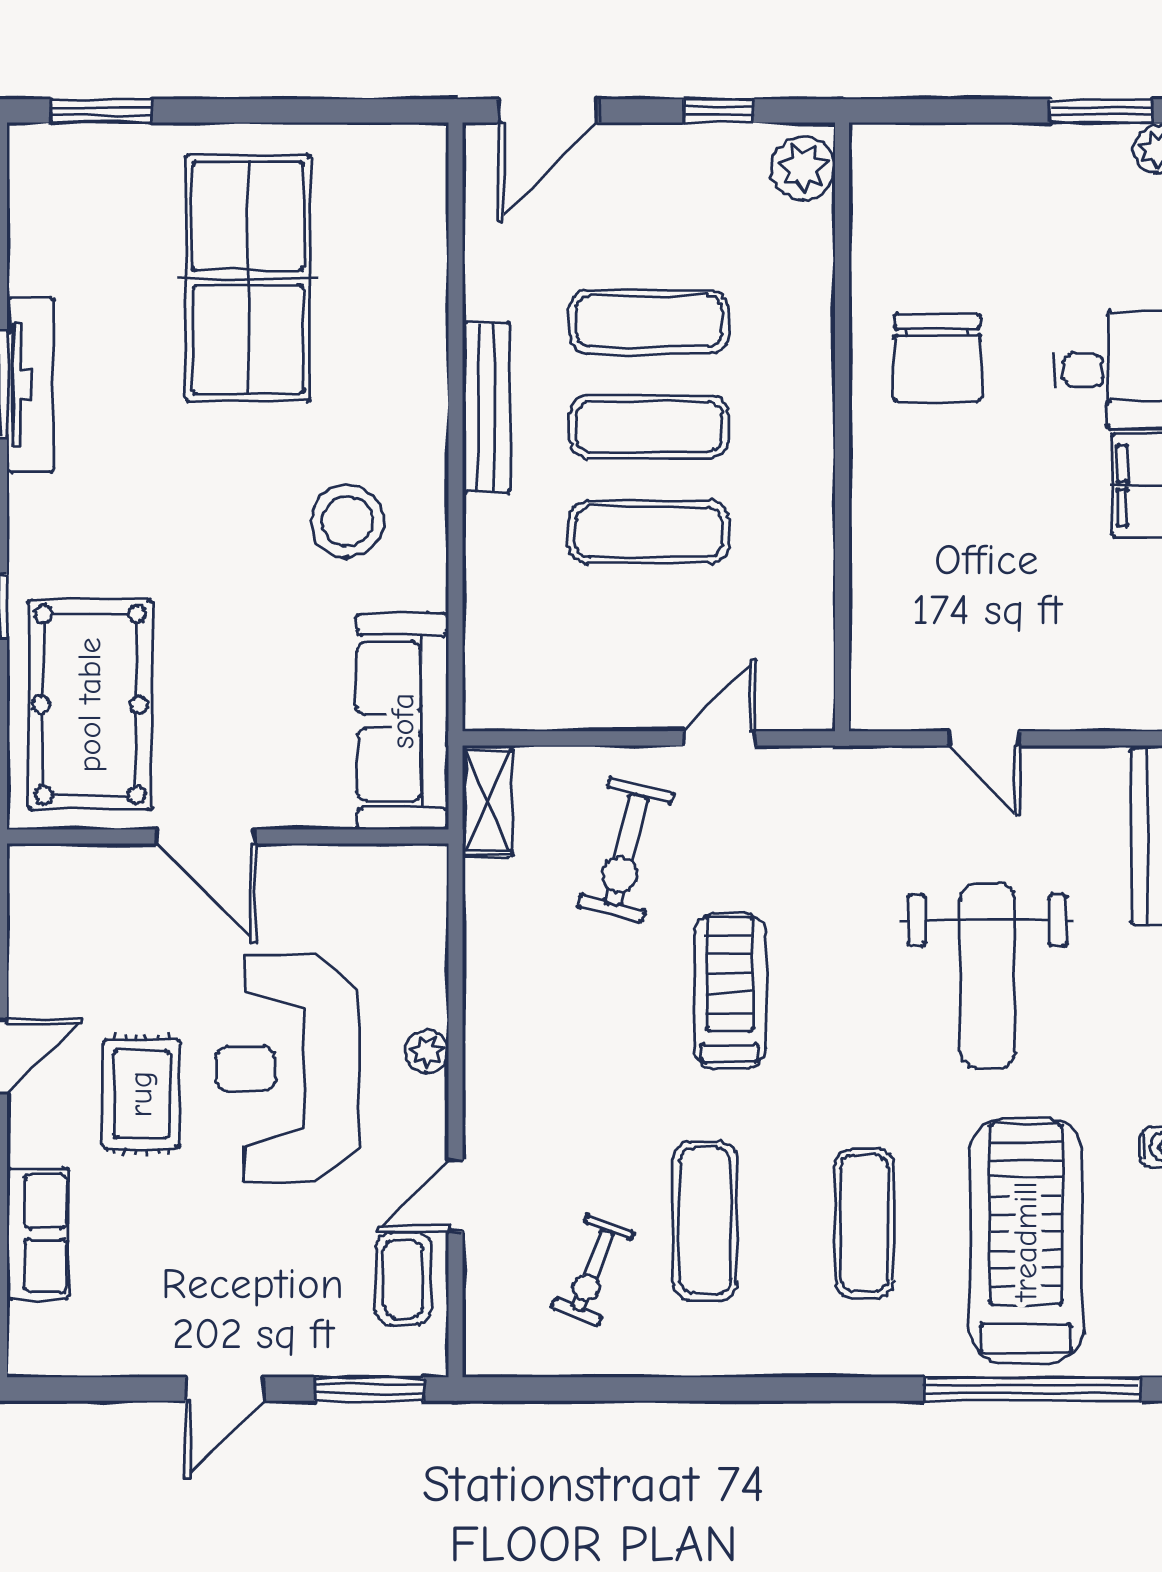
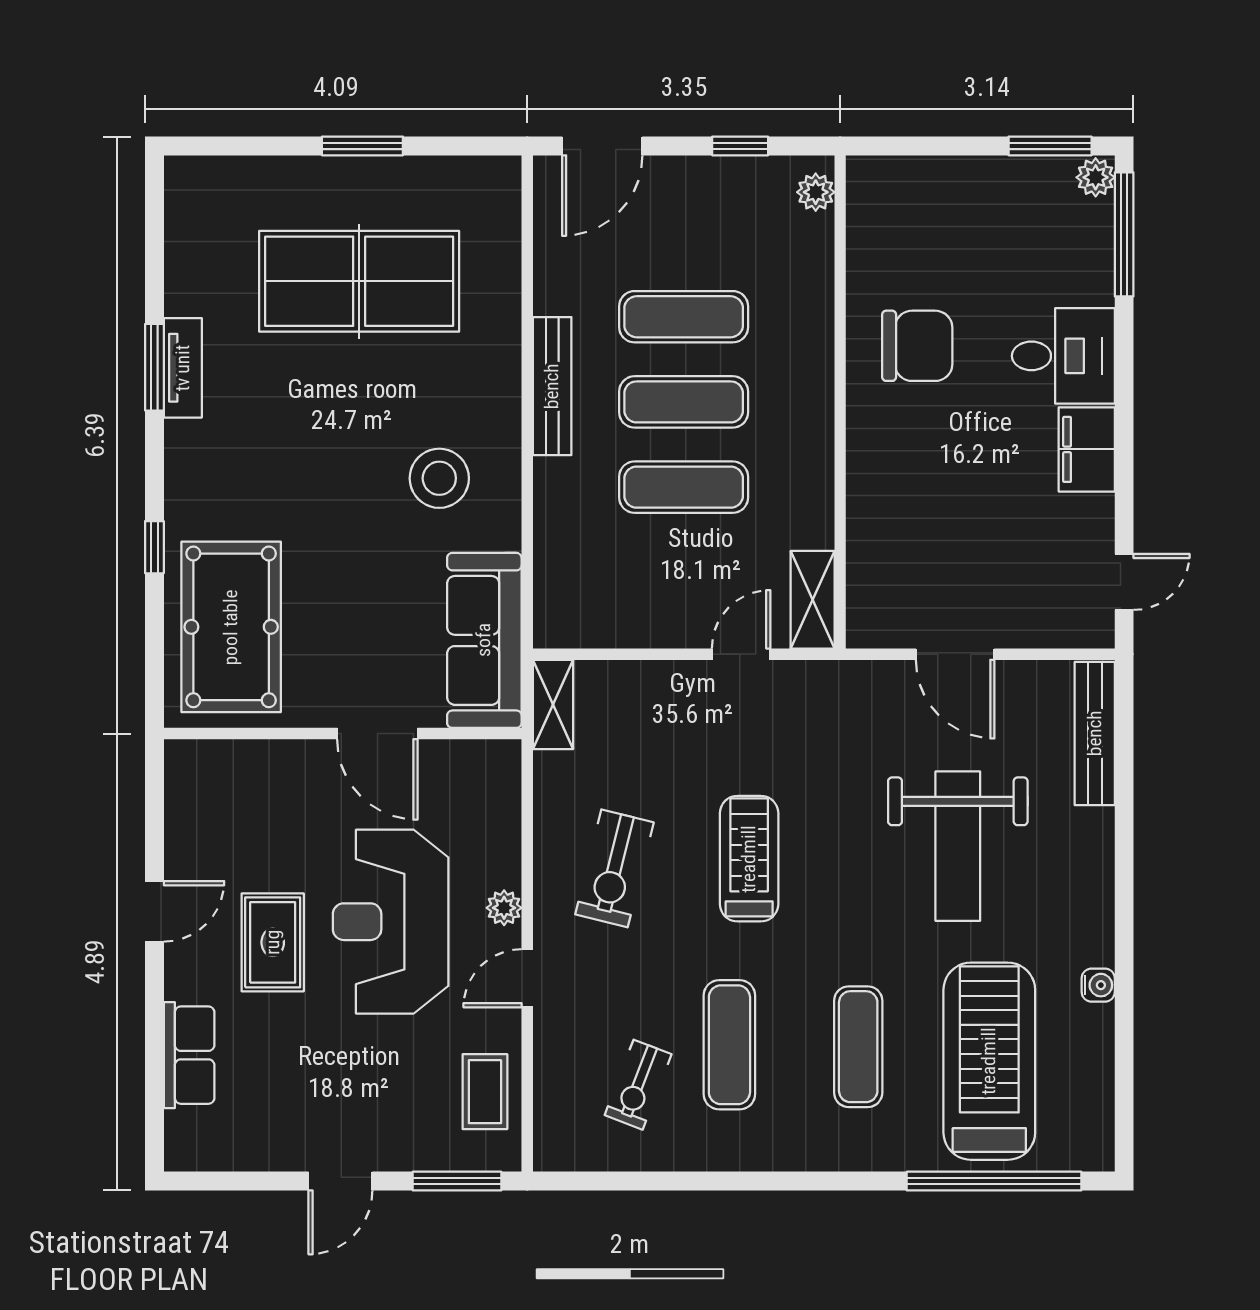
window: (101, 111) -> (362, 146), moved
plant: (803, 168) -> (816, 192), width x0.73, depth x0.73
table tennis table: (248, 278) -> (359, 281), turned 90
chair: (937, 358) -> (917, 346), turned -90
tv unit: (30, 385) -> (183, 368), width x0.71
shelving: (808, 671) -> (813, 600), added
door: (984, 738) -> (955, 654), width x1.38
door: (206, 836) -> (377, 734), moved
exercise bike: (626, 850) -> (614, 868), moved
door: (456, 1195) -> (527, 978), moved

